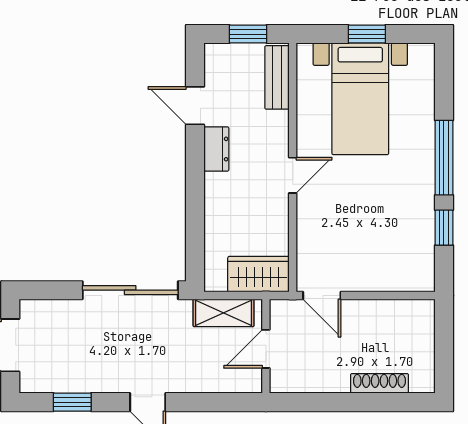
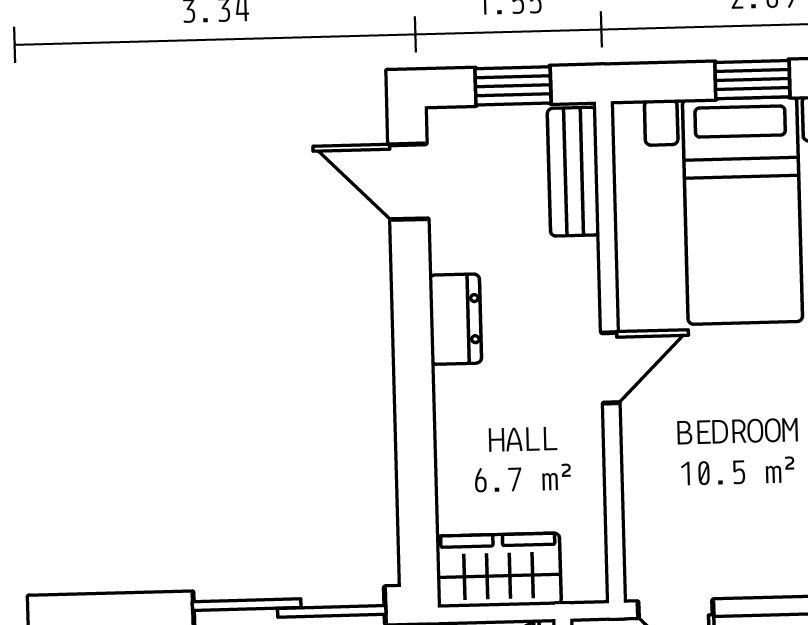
door: (195, 106) -> (408, 182), moved
wardrobe: (258, 274) -> (498, 570), moved

